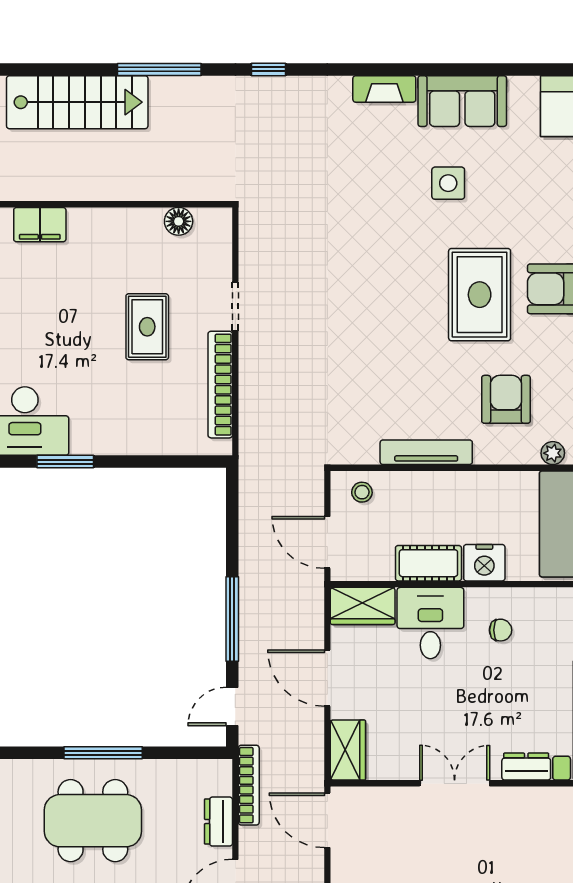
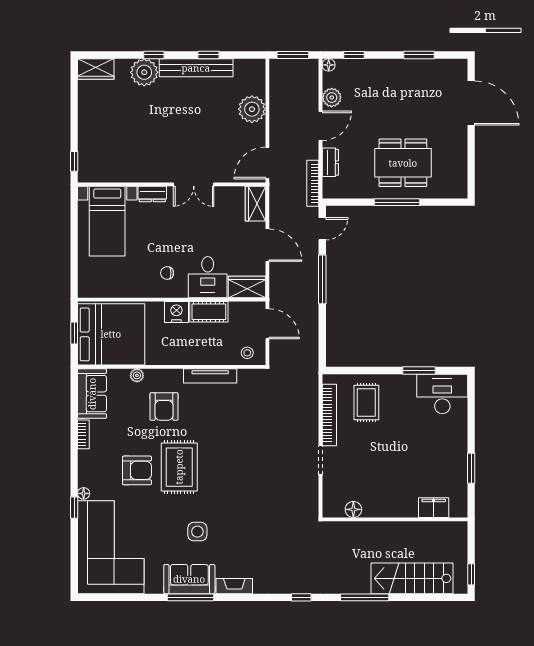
window: (460, 69) -> (190, 597), added
rug: (147, 327) -> (366, 402), moved
door: (327, 820) -> (267, 163), swing flipped

